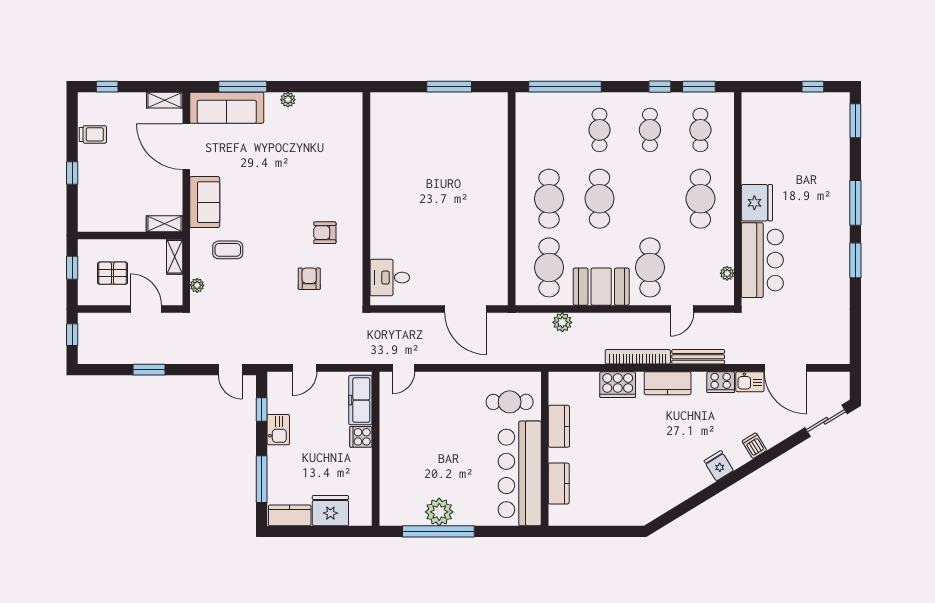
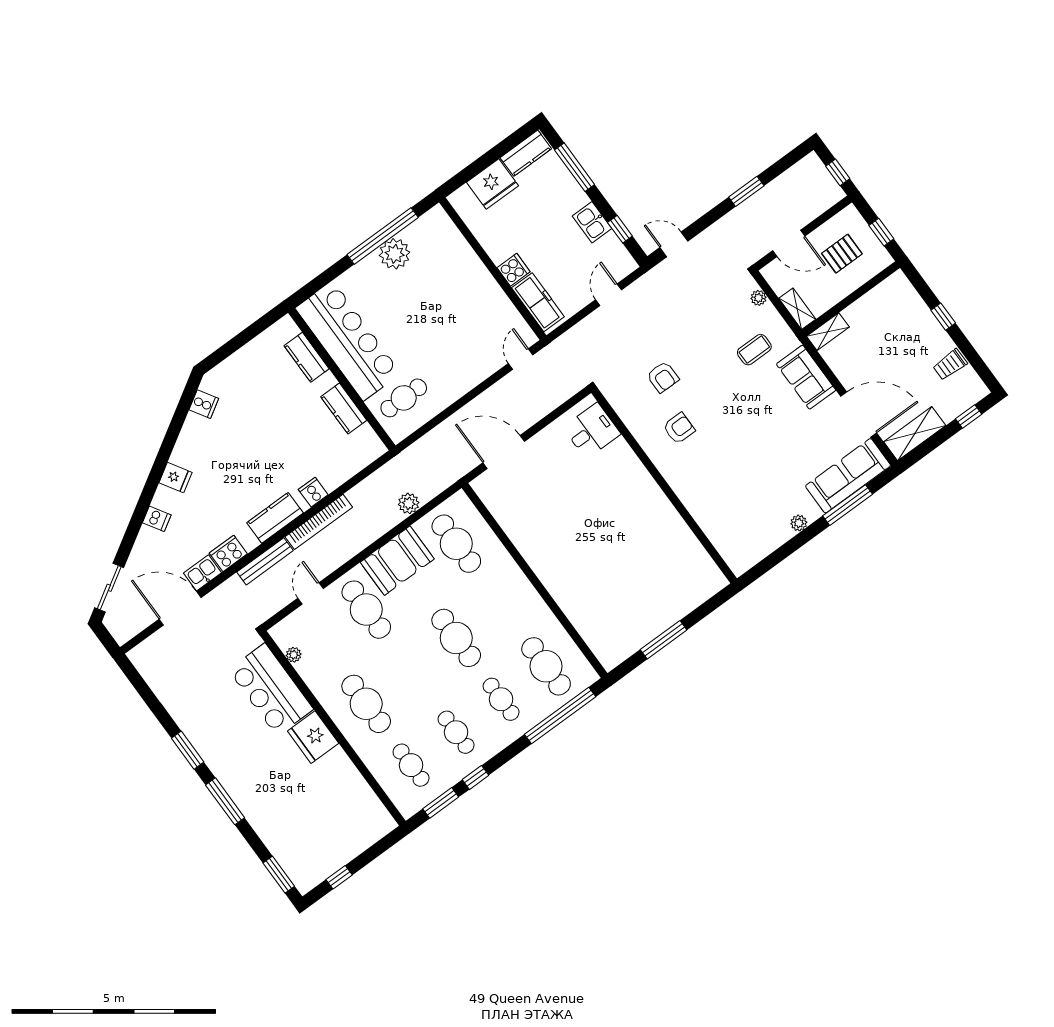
shelving: (165, 100) -> (915, 434), width x1.50, depth x1.33
cafe table: (549, 199) -> (546, 666), moved
cooker: (618, 385) -> (313, 492), width x0.53, depth x0.76
cooker: (659, 504) -> (204, 404), added

